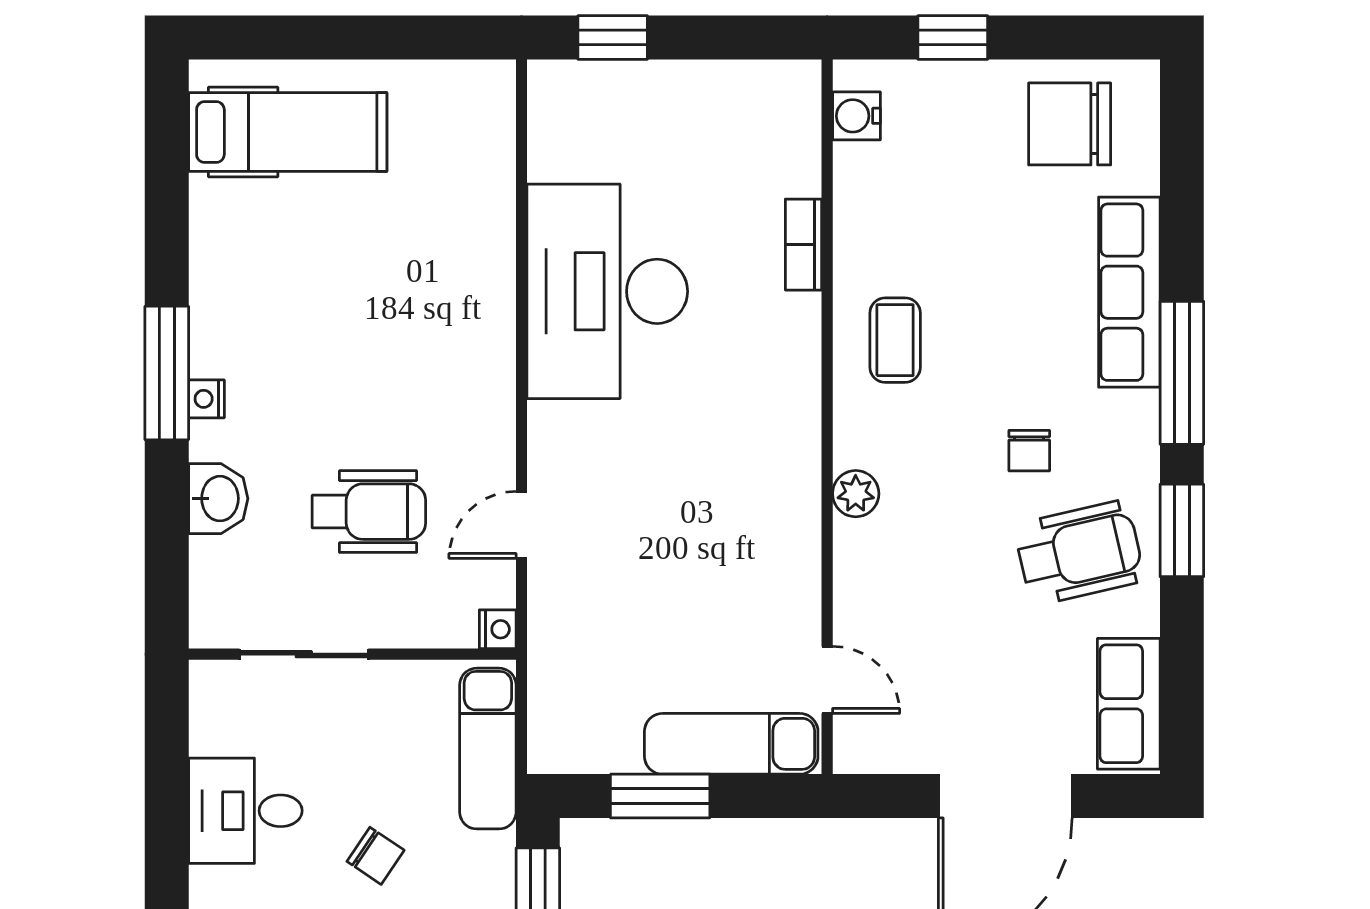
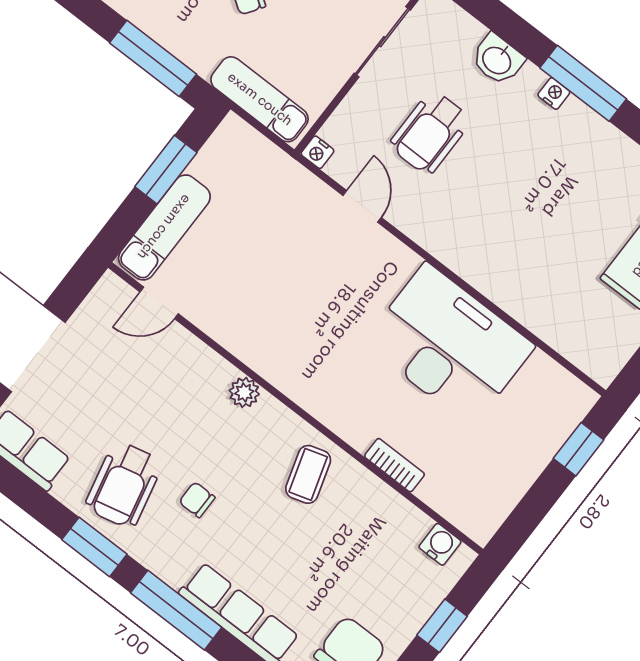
coffee table: (895, 340) -> (308, 474), turned 73

